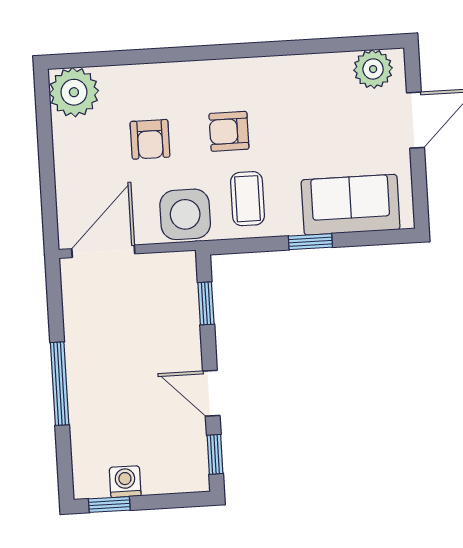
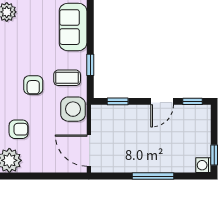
armchair: (150, 139) -> (19, 129), moved
window: (310, 242) -> (90, 65), moved
washing machine: (125, 482) -> (203, 165), moved

